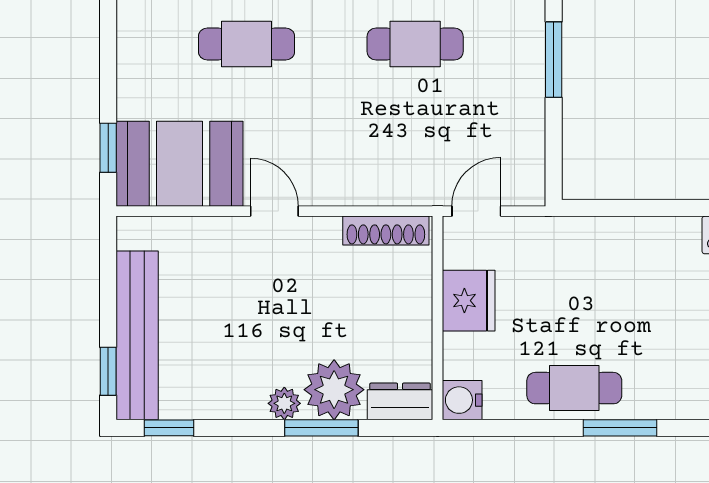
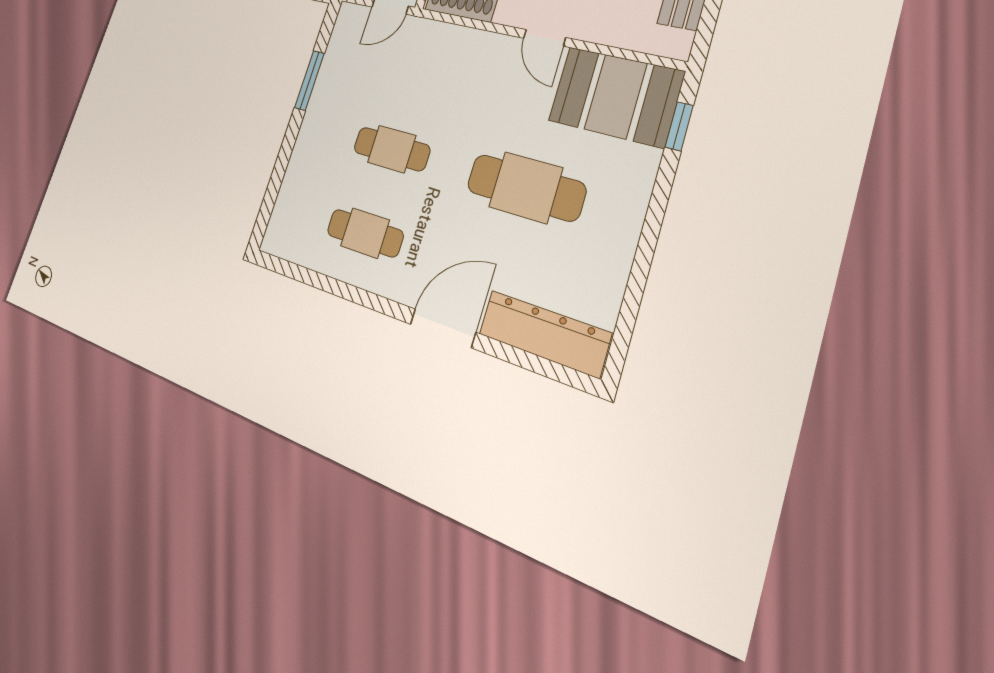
cafe table: (247, 44) -> (526, 187), width x1.37, depth x1.35
window: (554, 60) -> (309, 80), moved

